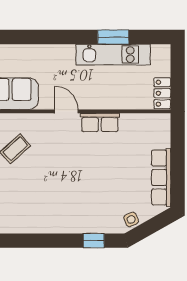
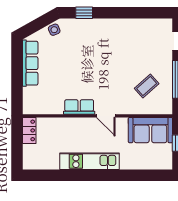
window: (113, 37) -> (68, 175), removed
kitchen unit: (113, 55) -> (90, 161), moved

